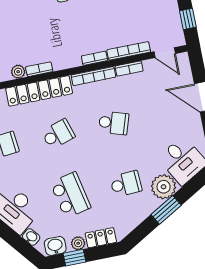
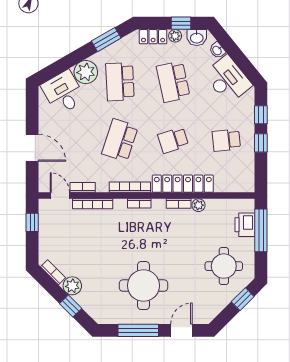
bookcase: (94, 58) -> (139, 203), moved
bookcase: (129, 69) -> (83, 187), moved
school desk: (114, 123) -> (120, 140), width x1.85
school desk: (126, 184) -> (120, 82), width x1.85
window: (166, 210) -> (106, 40), moved

